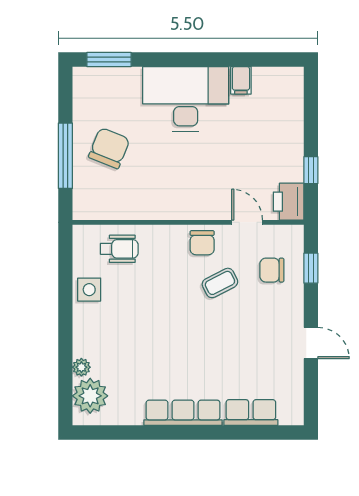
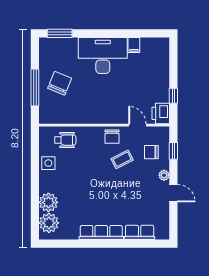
plant: (294, 311) -> (164, 175), added
plant: (81, 367) -> (48, 202), width x1.88, depth x1.88

